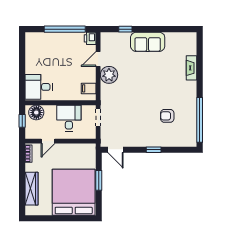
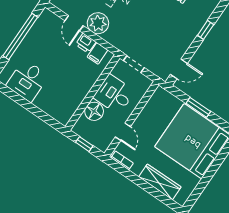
printer: (90, 38) -> (86, 43), moved
desk: (39, 87) -> (27, 81), moved
floor lamp: (36, 113) -> (94, 111), moved

